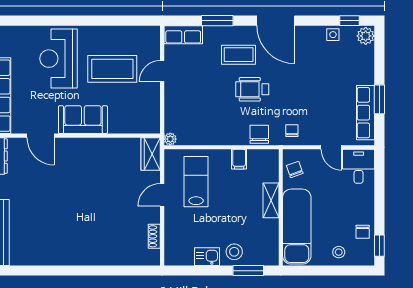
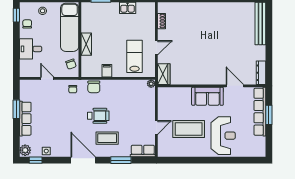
row of seats: (366, 113) -> (25, 119), moved
desk: (359, 166) -> (31, 49), moved, turned 90
lab bench: (196, 182) -> (135, 56), turned 180
stool: (234, 252) -> (110, 11), removed

